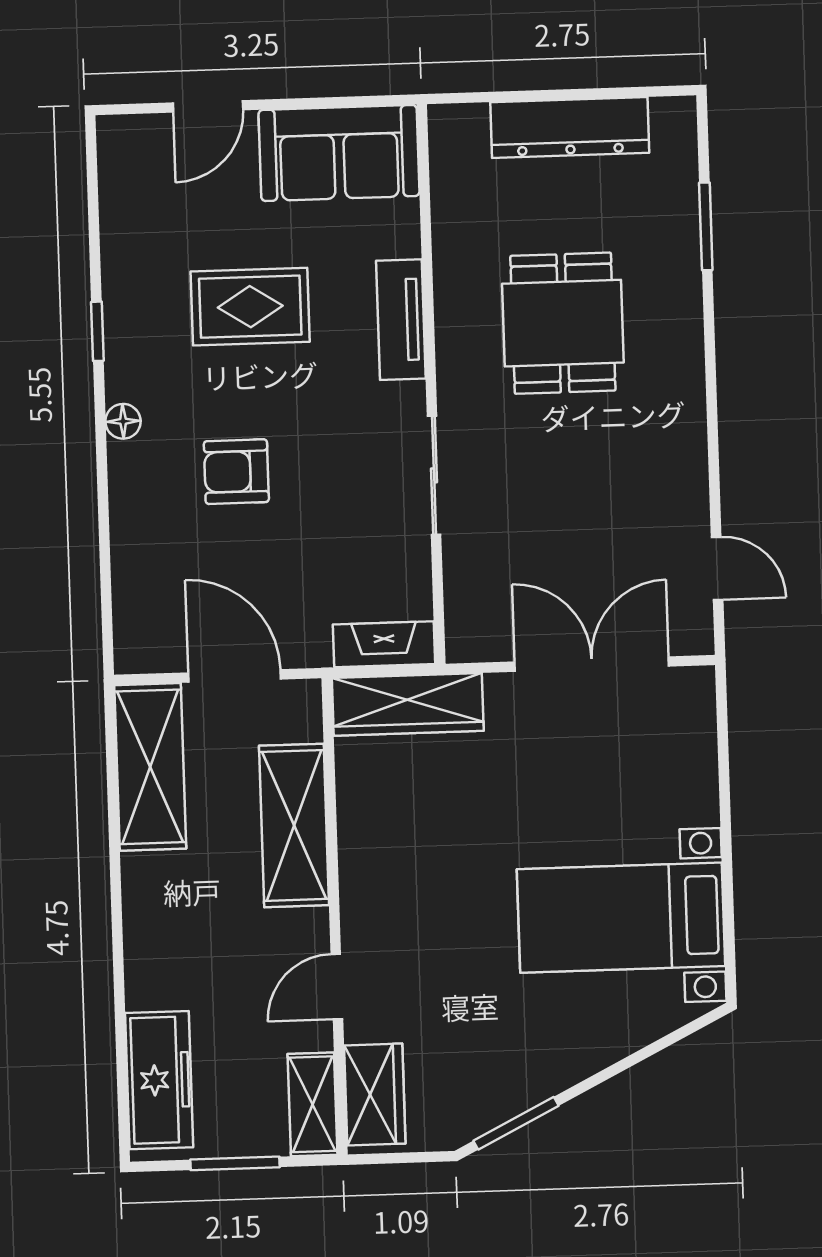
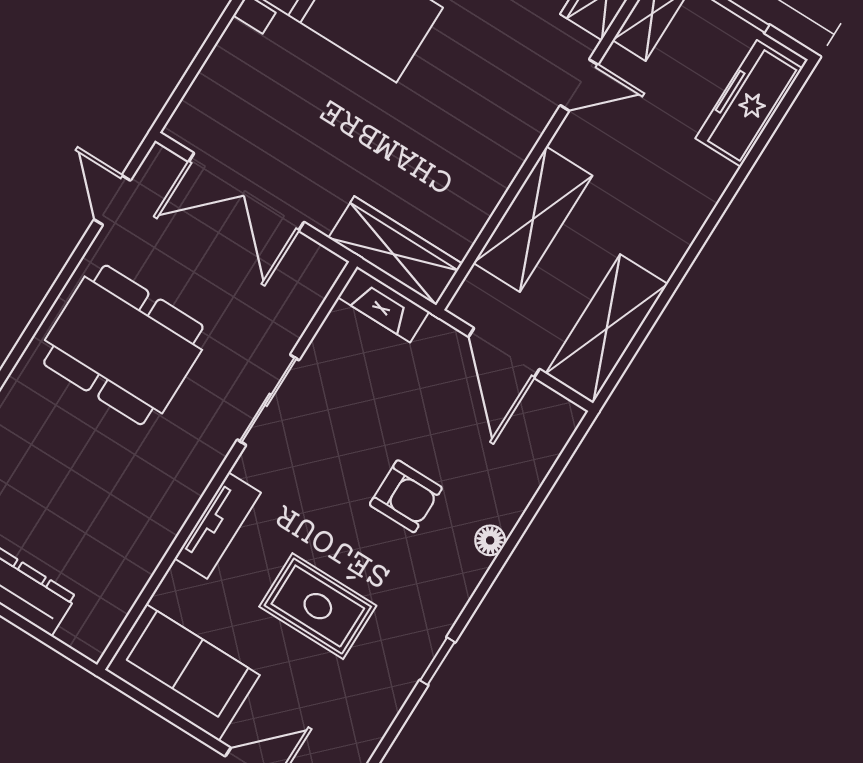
dining table: (563, 323) -> (123, 345), moved, width x1.38
floor lamp: (123, 421) -> (490, 540), moved

